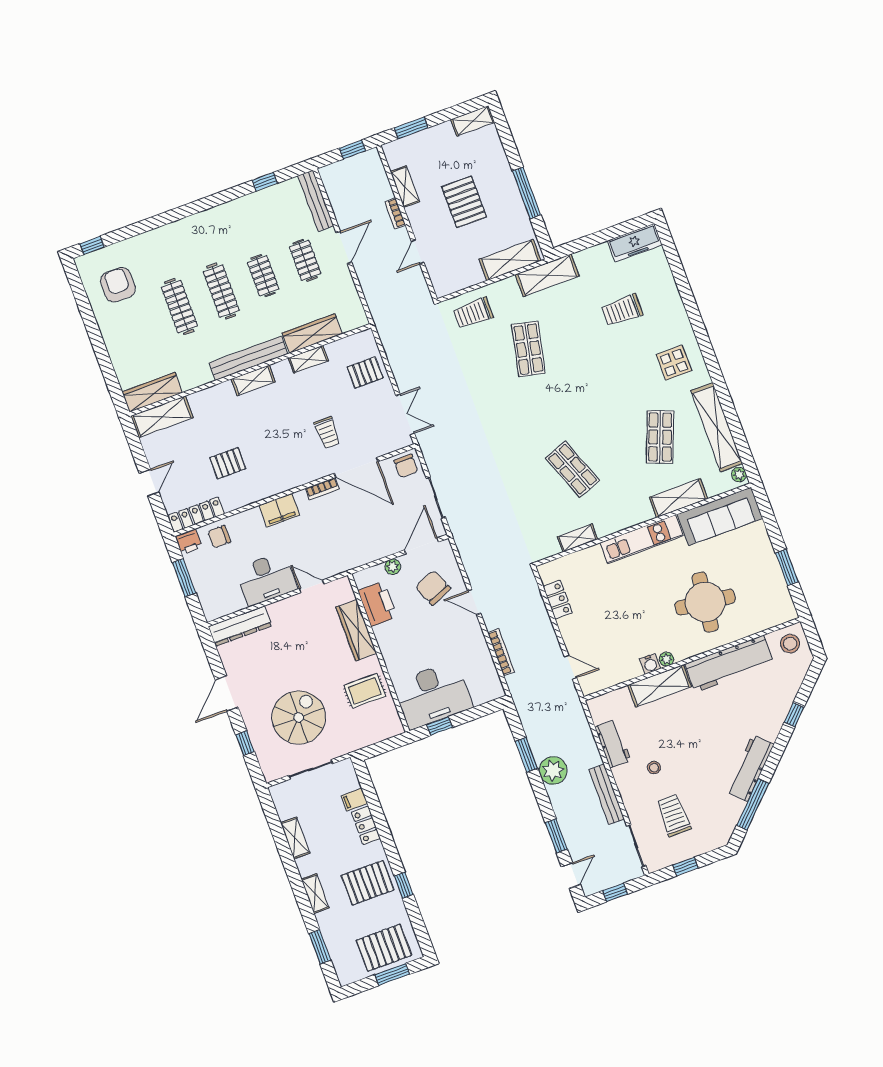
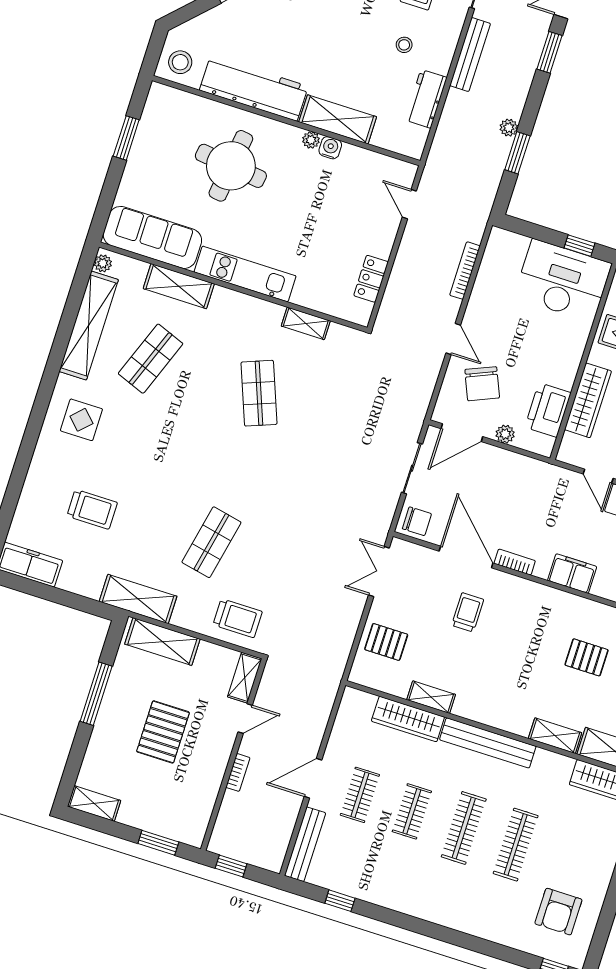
shelving: (405, 187) -> (245, 678), moved
shelving: (253, 380) -> (555, 736), moved
chair: (406, 466) -> (417, 521), turned 90
plant: (553, 771) -> (509, 128), width x0.53, depth x0.53

